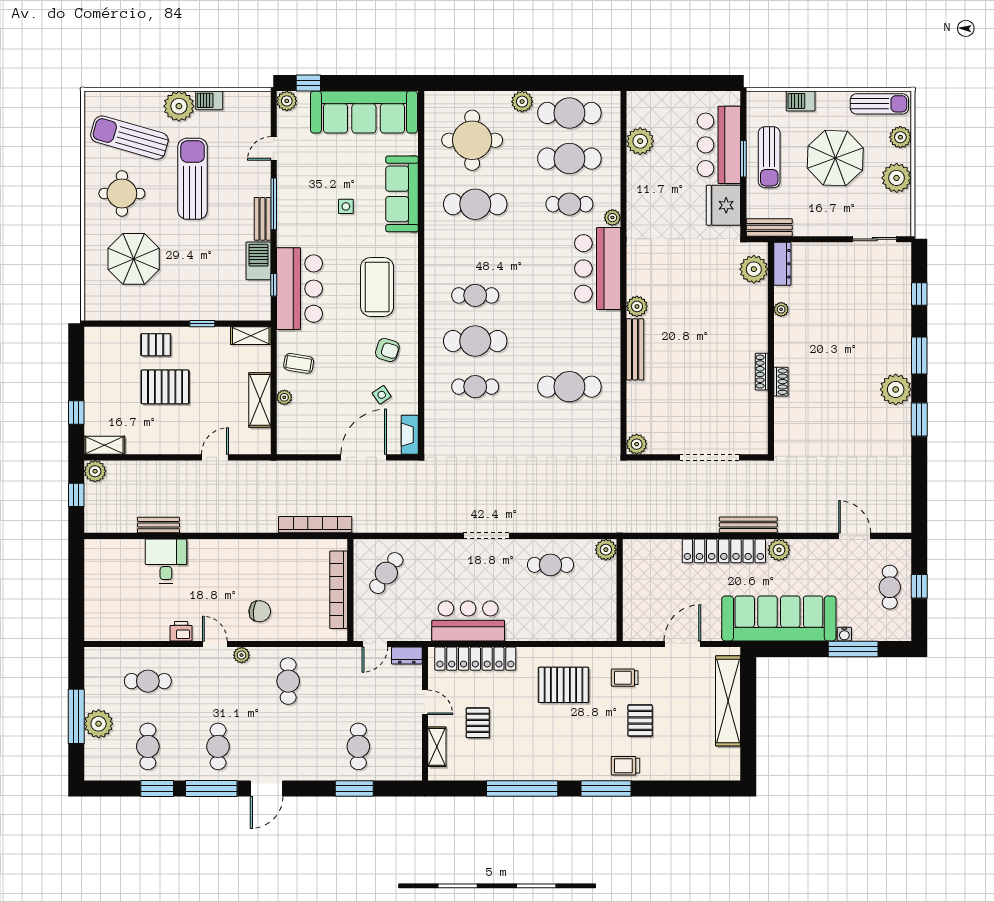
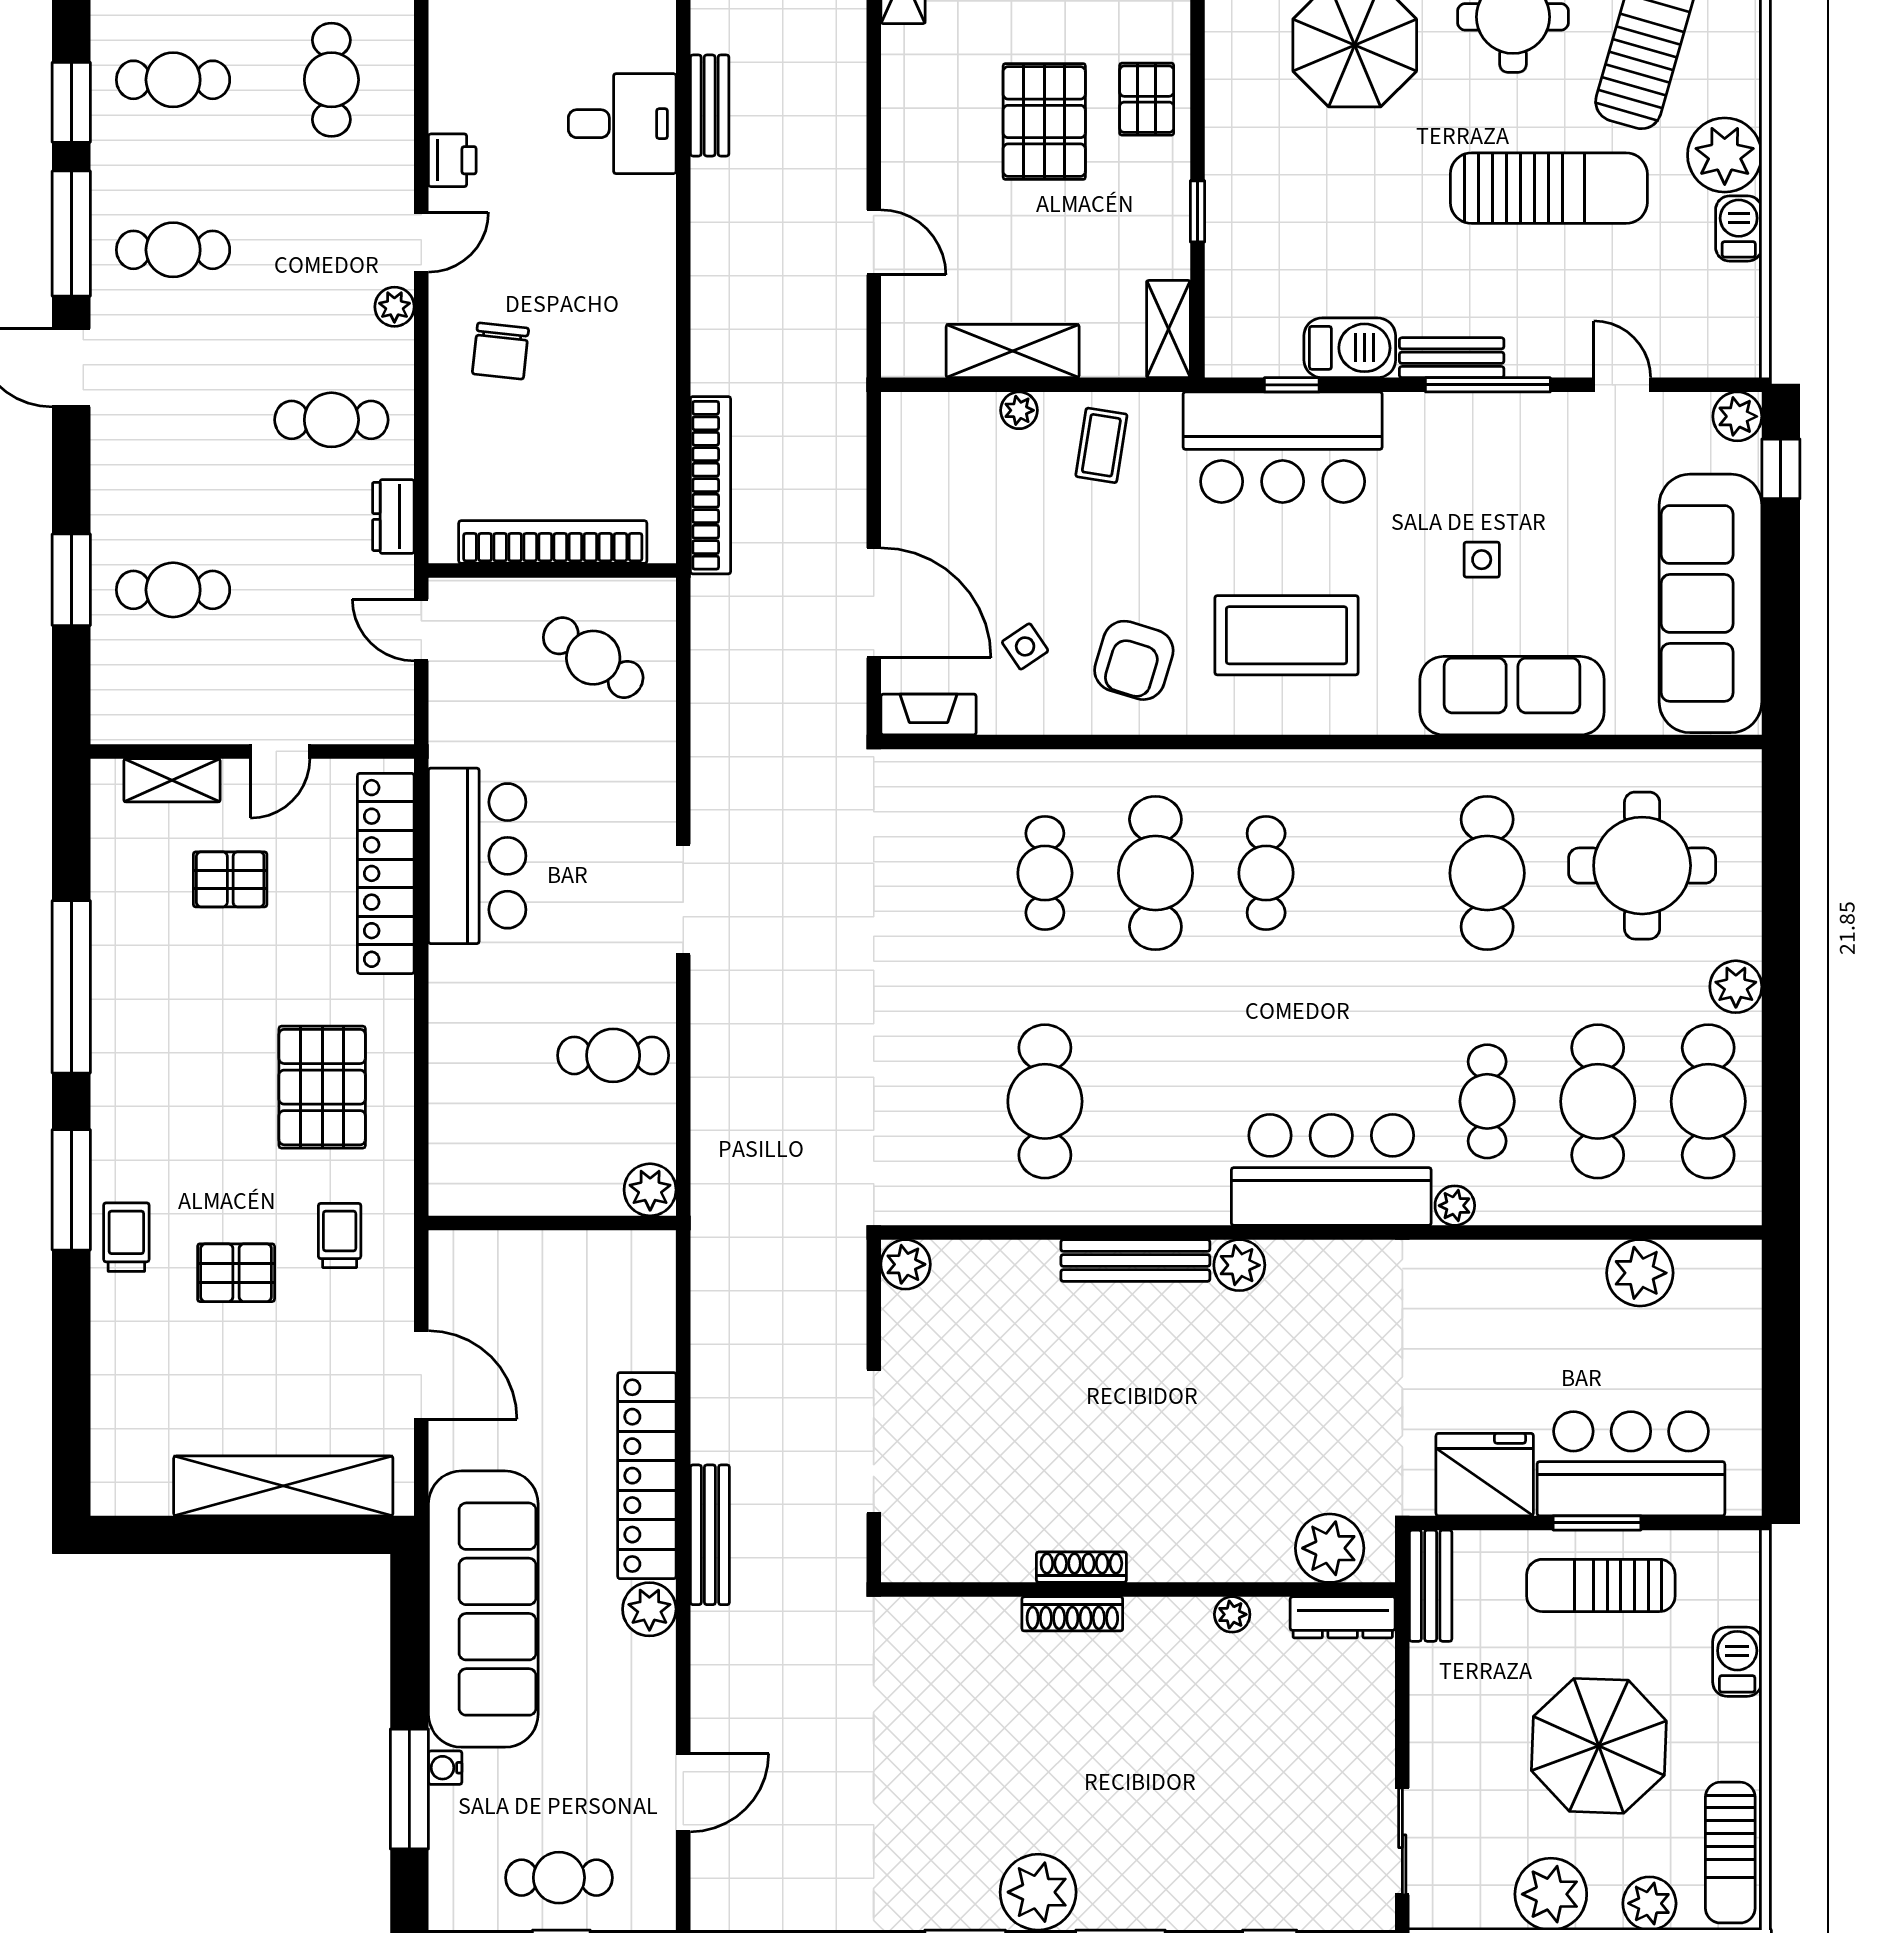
armchair: (387, 350) -> (1134, 660), width x1.38, depth x1.38
shoe rack: (781, 382) -> (1072, 1614), width x1.43
cafe table: (550, 565) -> (613, 1055), turned 90
dresser: (407, 656) -> (393, 516), moved

